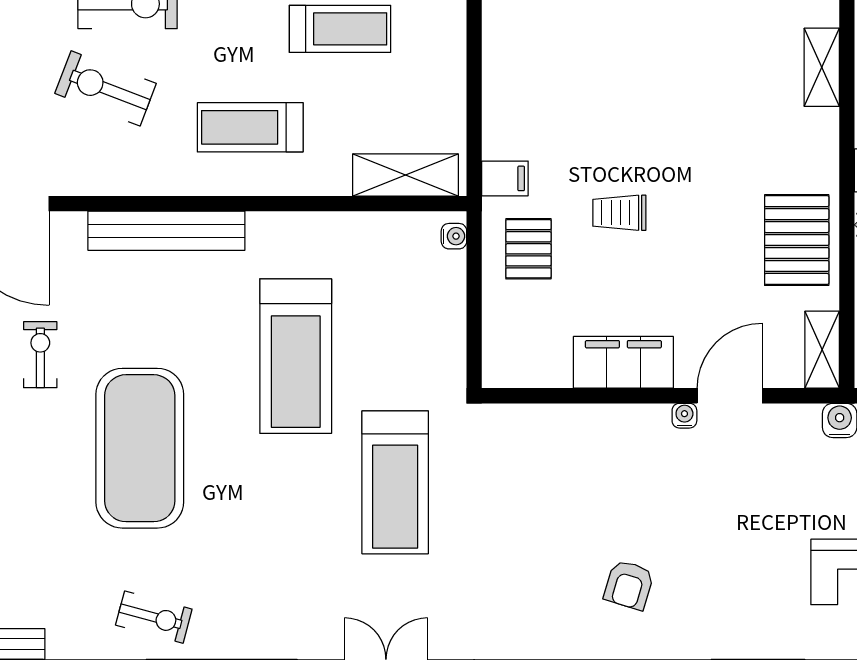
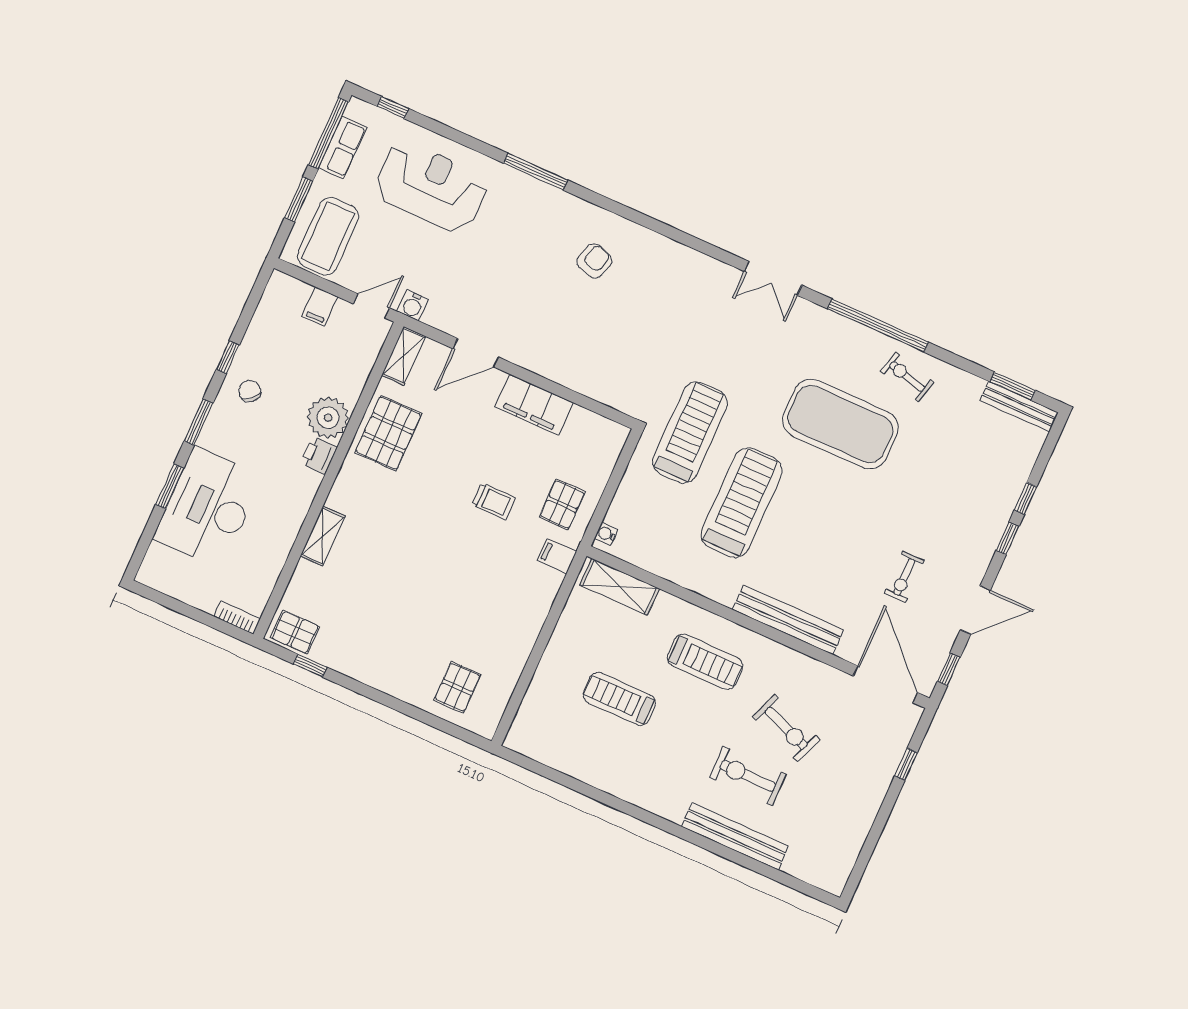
water cooler: (684, 416) -> (510, 353), removed
exercise mat: (140, 448) -> (840, 424), moved, turned 90
treadmill: (395, 482) -> (690, 432), moved

